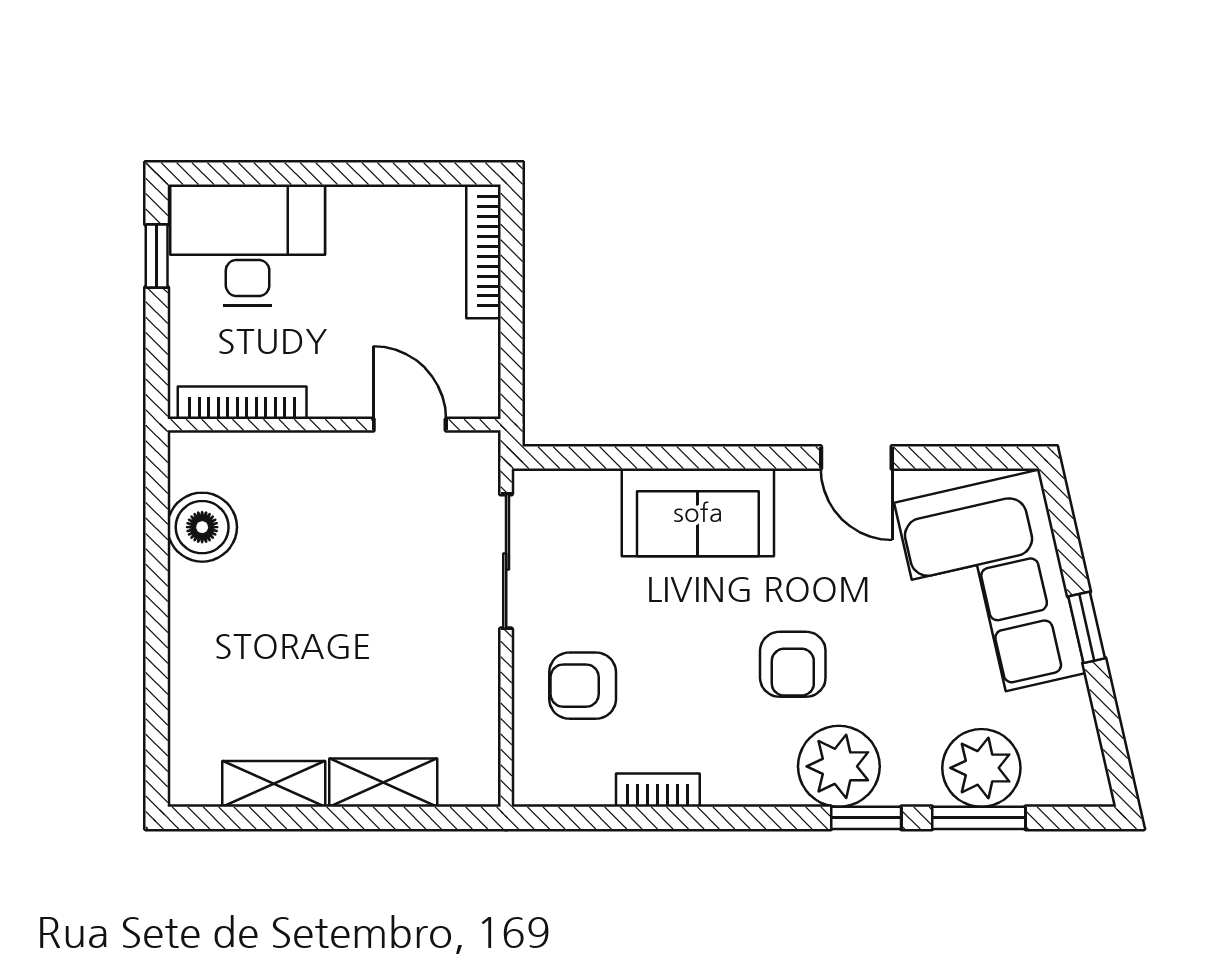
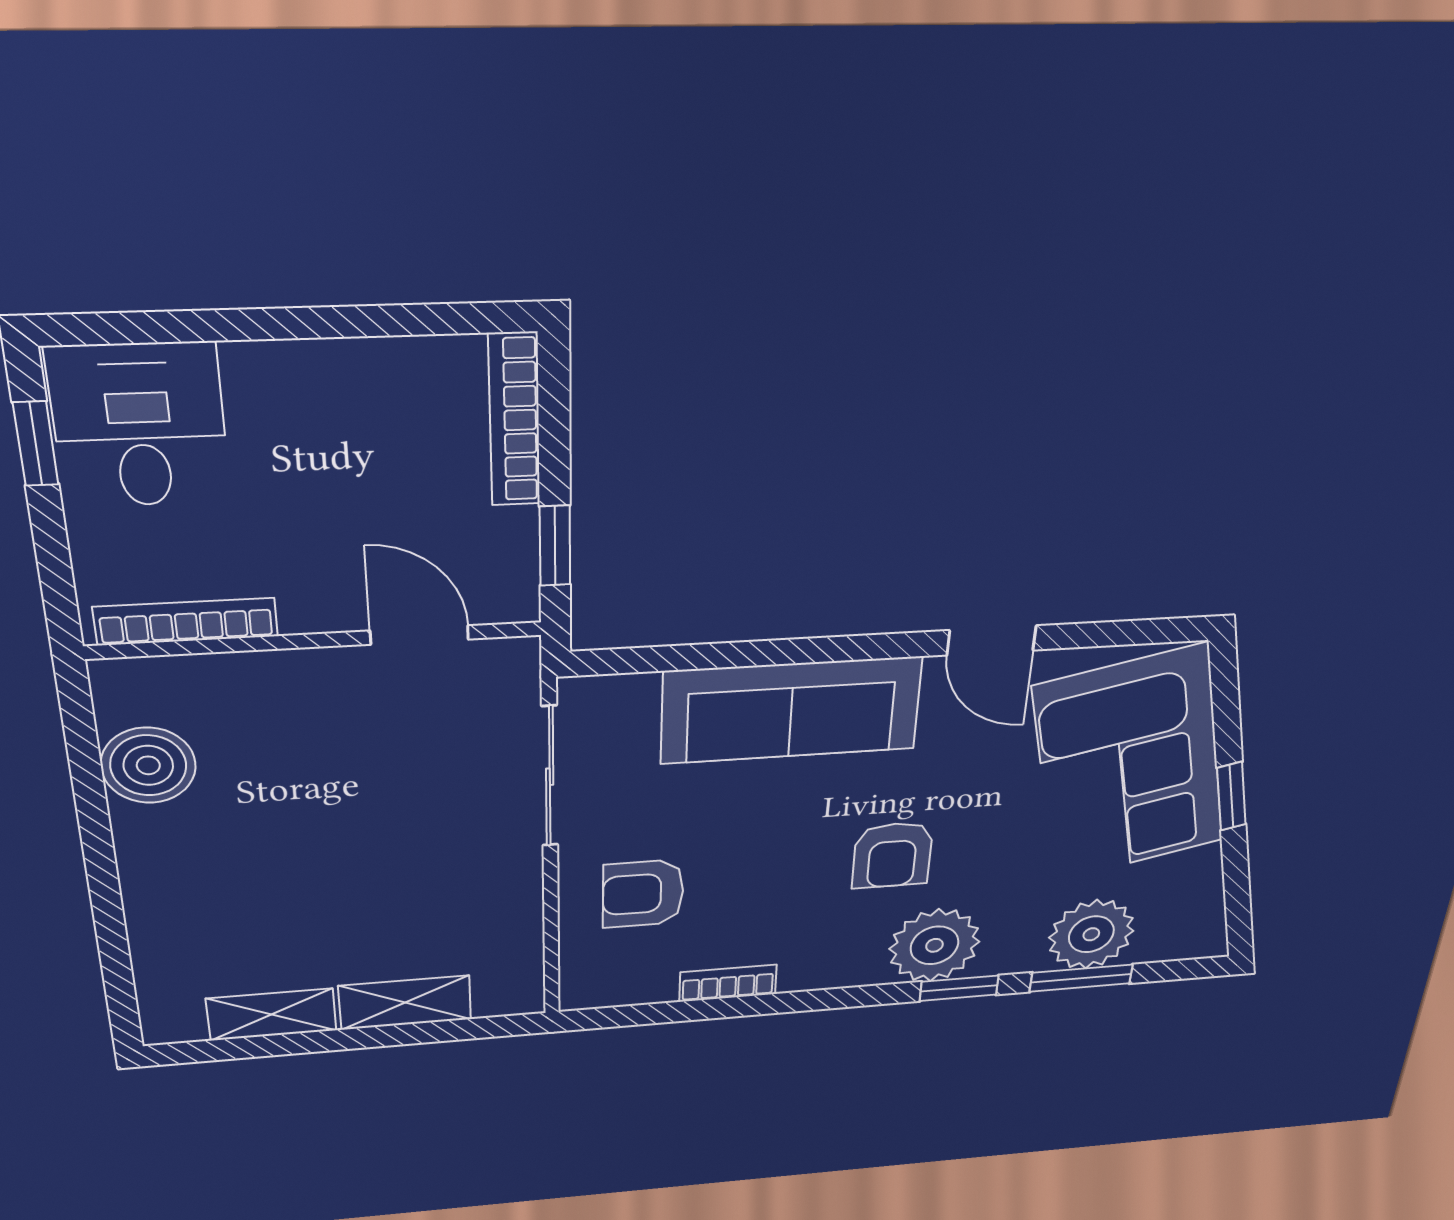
desk: (248, 245) -> (140, 426), width x0.73
window: (512, 354) -> (555, 546), added
sofa: (698, 512) -> (791, 710), width x1.36

